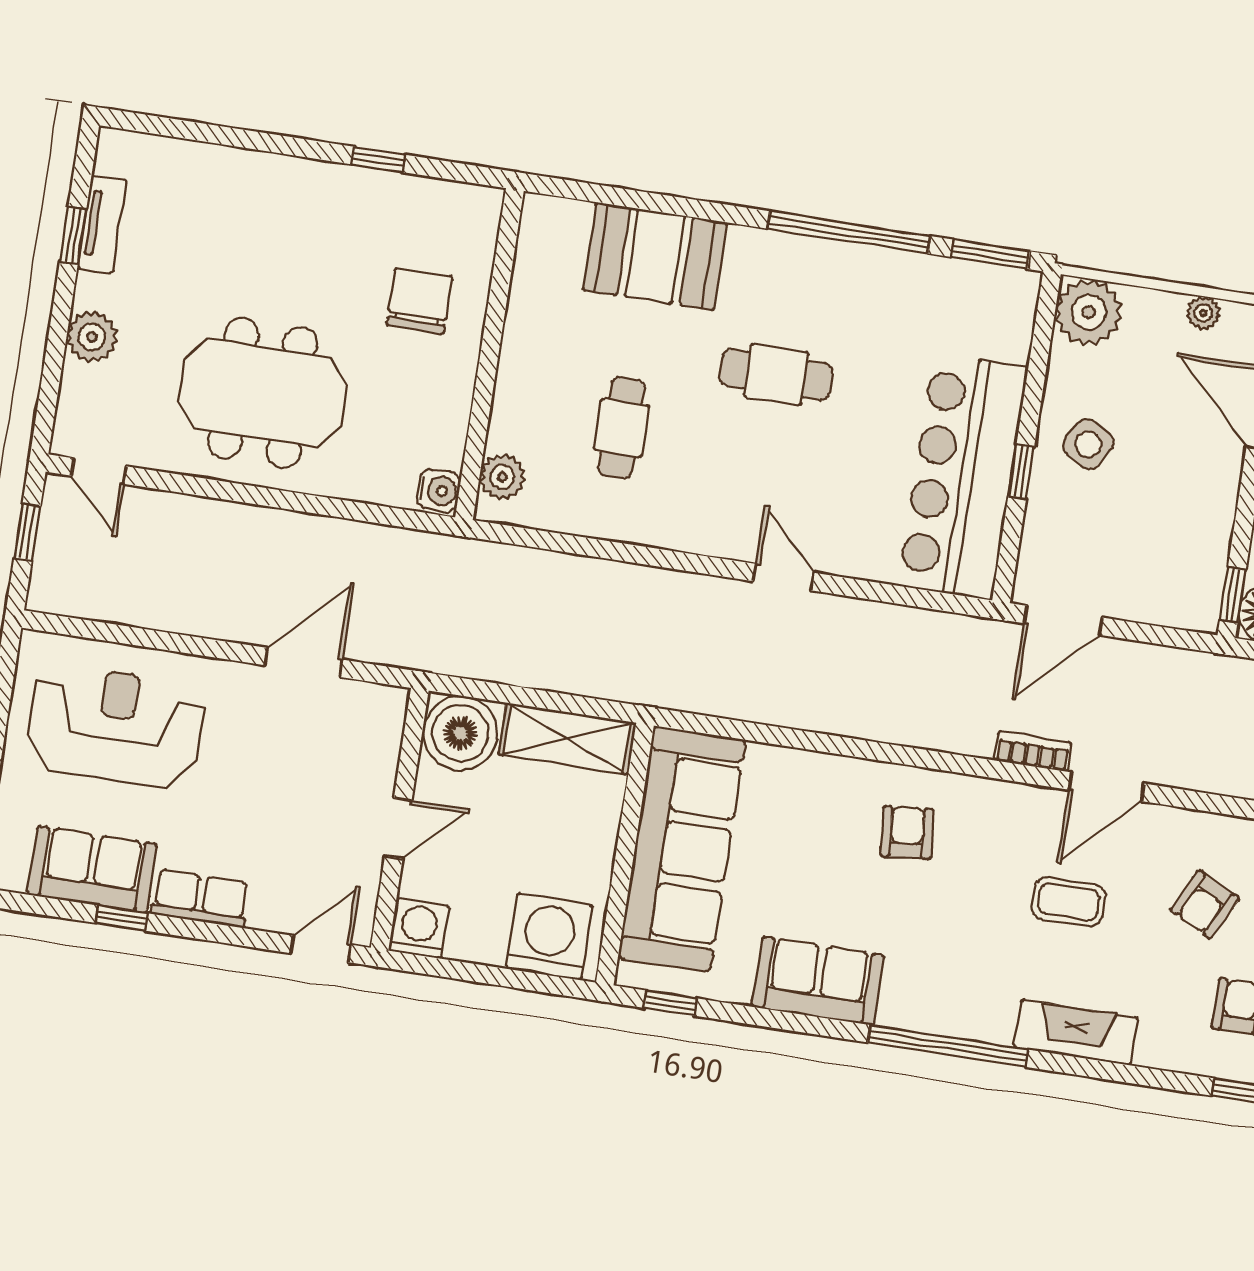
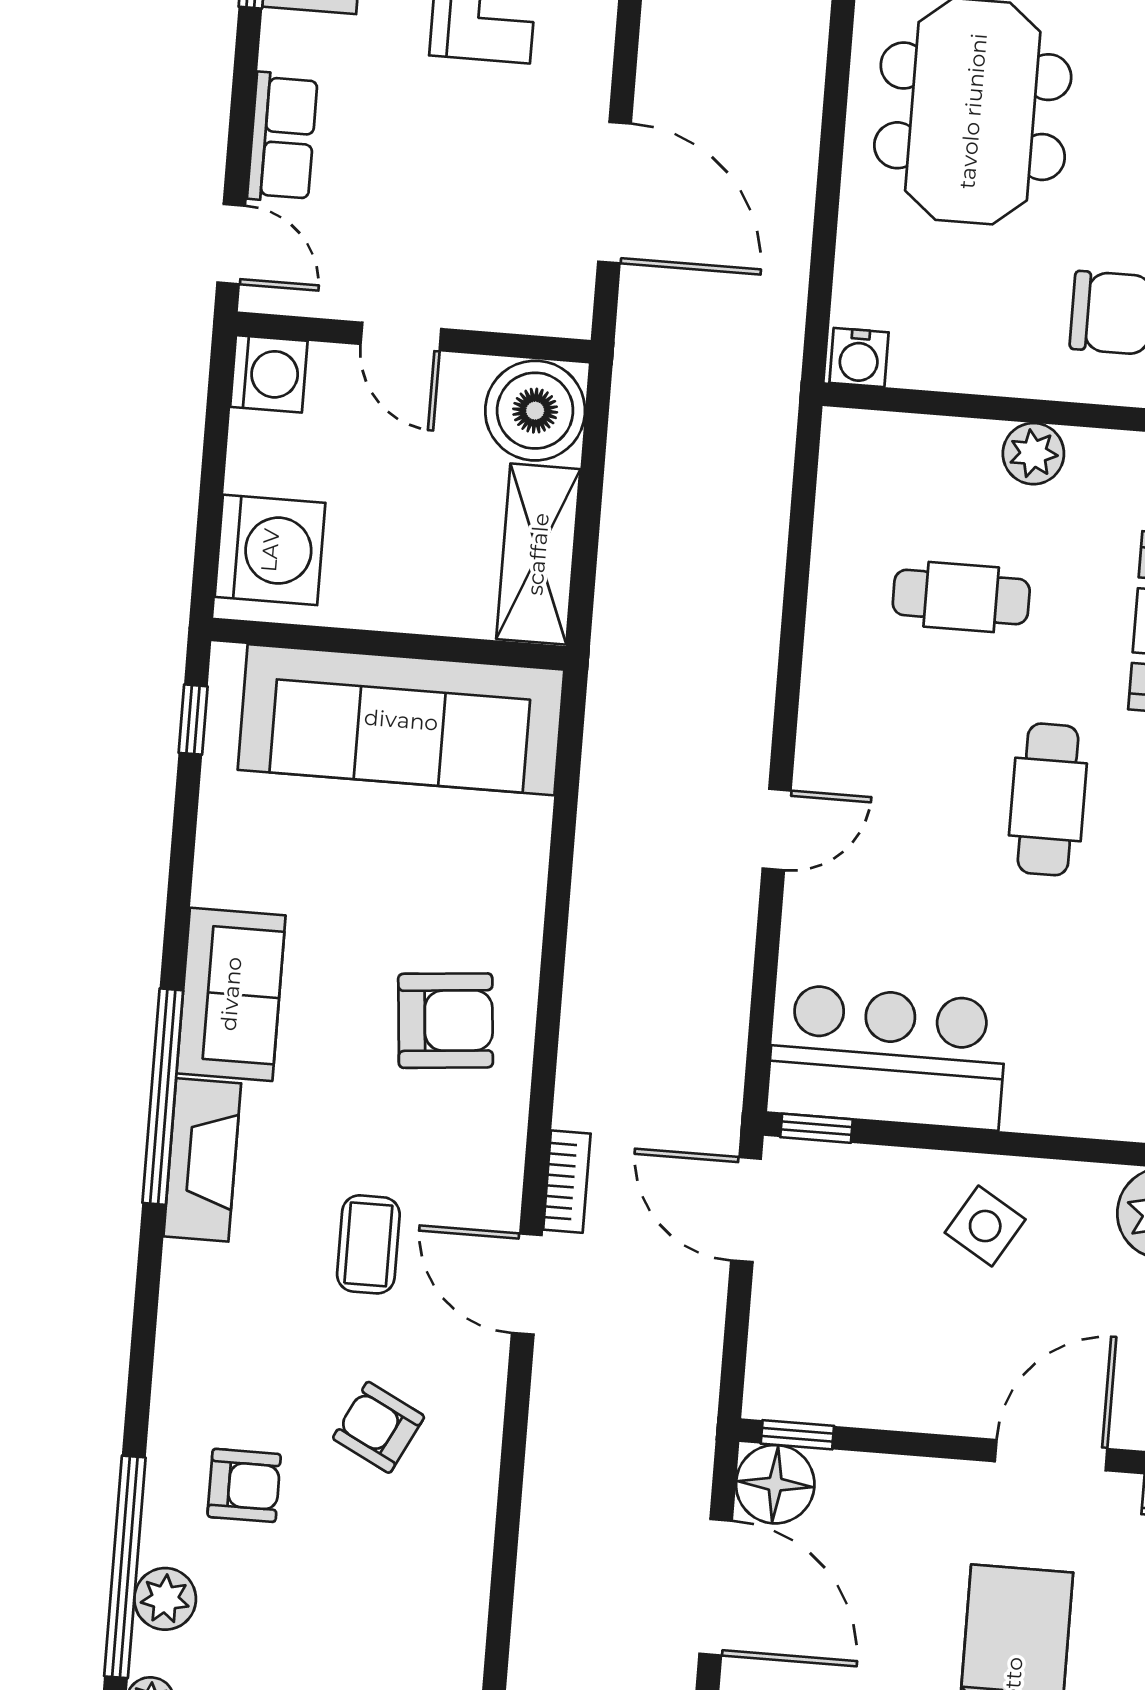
window: (1021, 472) -> (817, 1128), moved
bar counter: (963, 476) -> (887, 1057), width x0.73
plant: (502, 477) -> (1033, 454), moved
door: (303, 662) -> (615, 193), width x1.36
armchair: (907, 833) -> (446, 1021), width x1.38, depth x1.38
row of seats: (200, 898) -> (282, 138), moved
sofa: (818, 981) -> (231, 994), moved
fireplace: (1076, 1032) -> (202, 1160), moved

